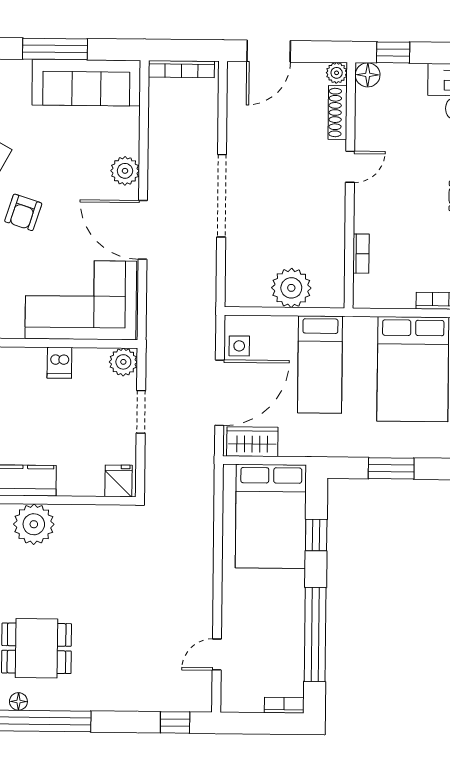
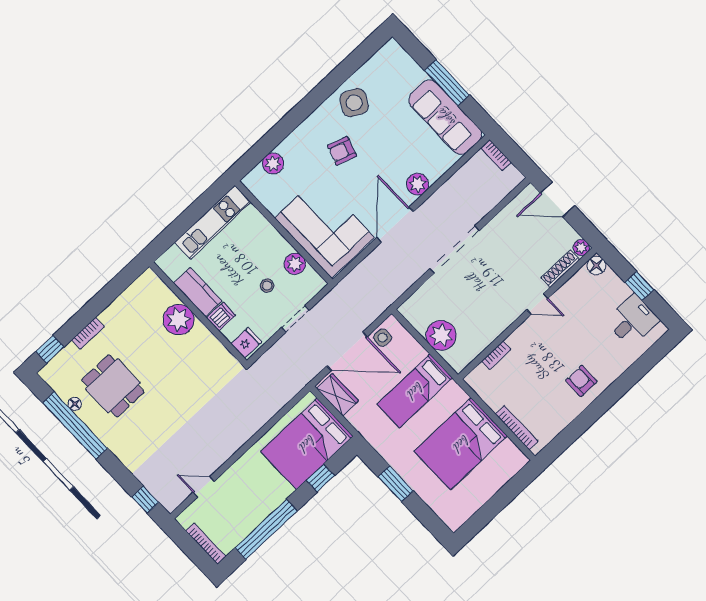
window: (393, 52) -> (639, 286), moved
bookcase: (181, 69) -> (496, 155), width x0.64
plant: (123, 362) -> (295, 264), moved
dishwasher: (59, 363) -> (221, 317), moved, turned 180
stool: (83, 408) -> (267, 286), added
bookcase: (284, 705) -> (206, 544), width x1.56

